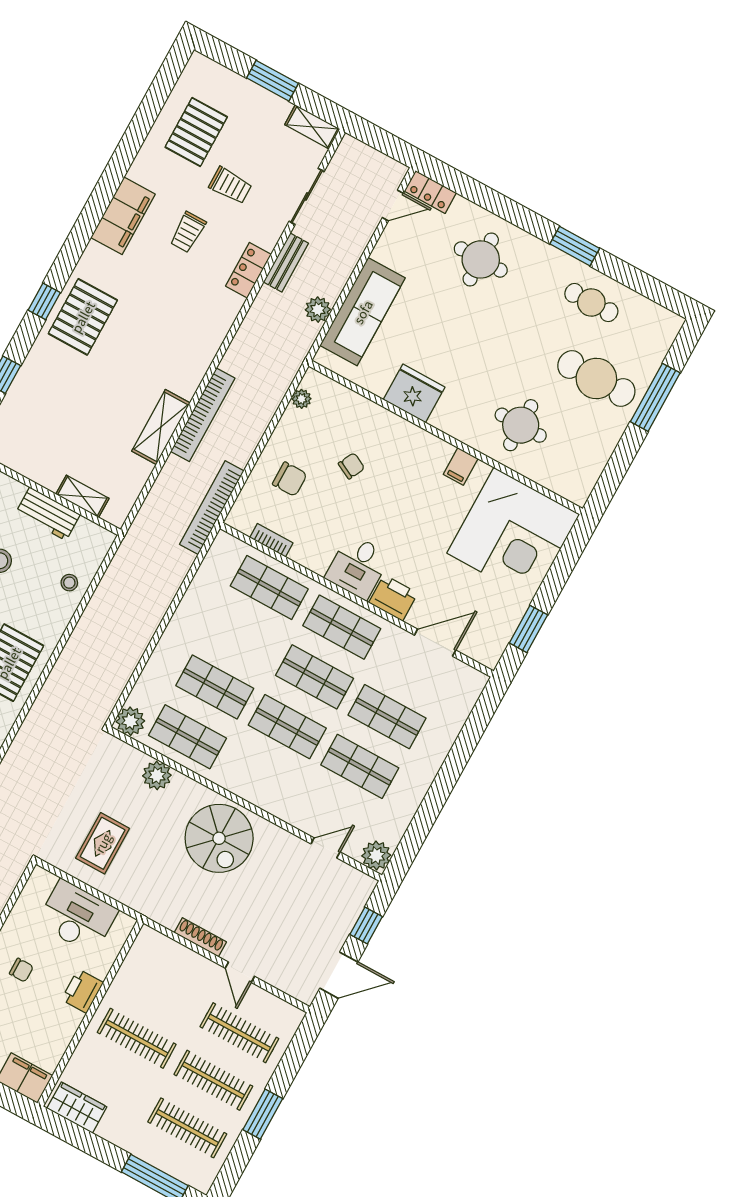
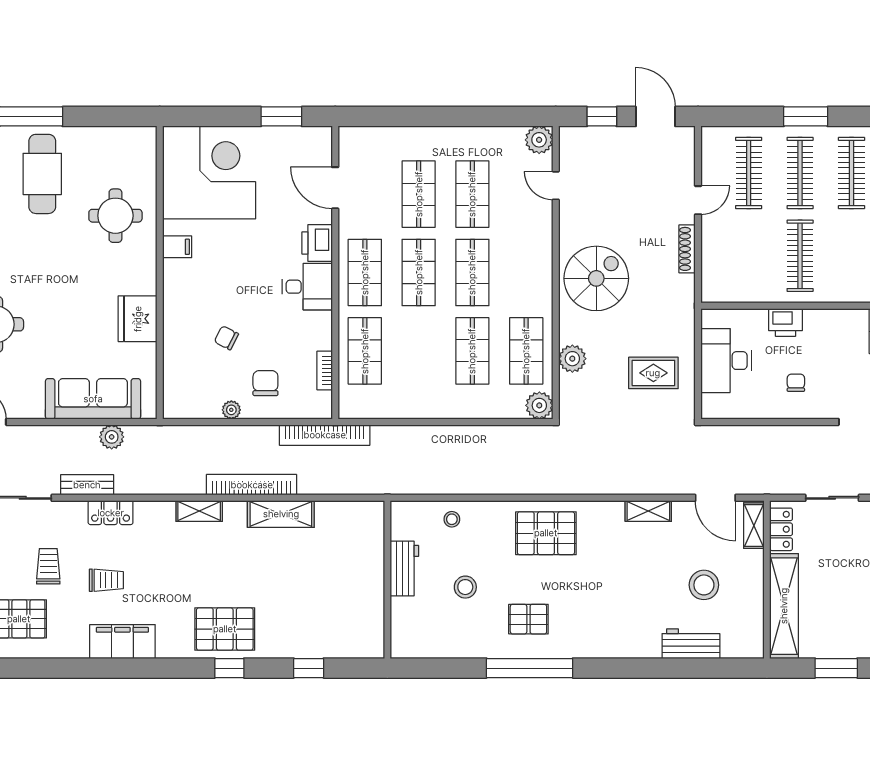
plant: (302, 399) -> (231, 410), moved
shelving: (82, 496) -> (199, 511), moved, turned 90

